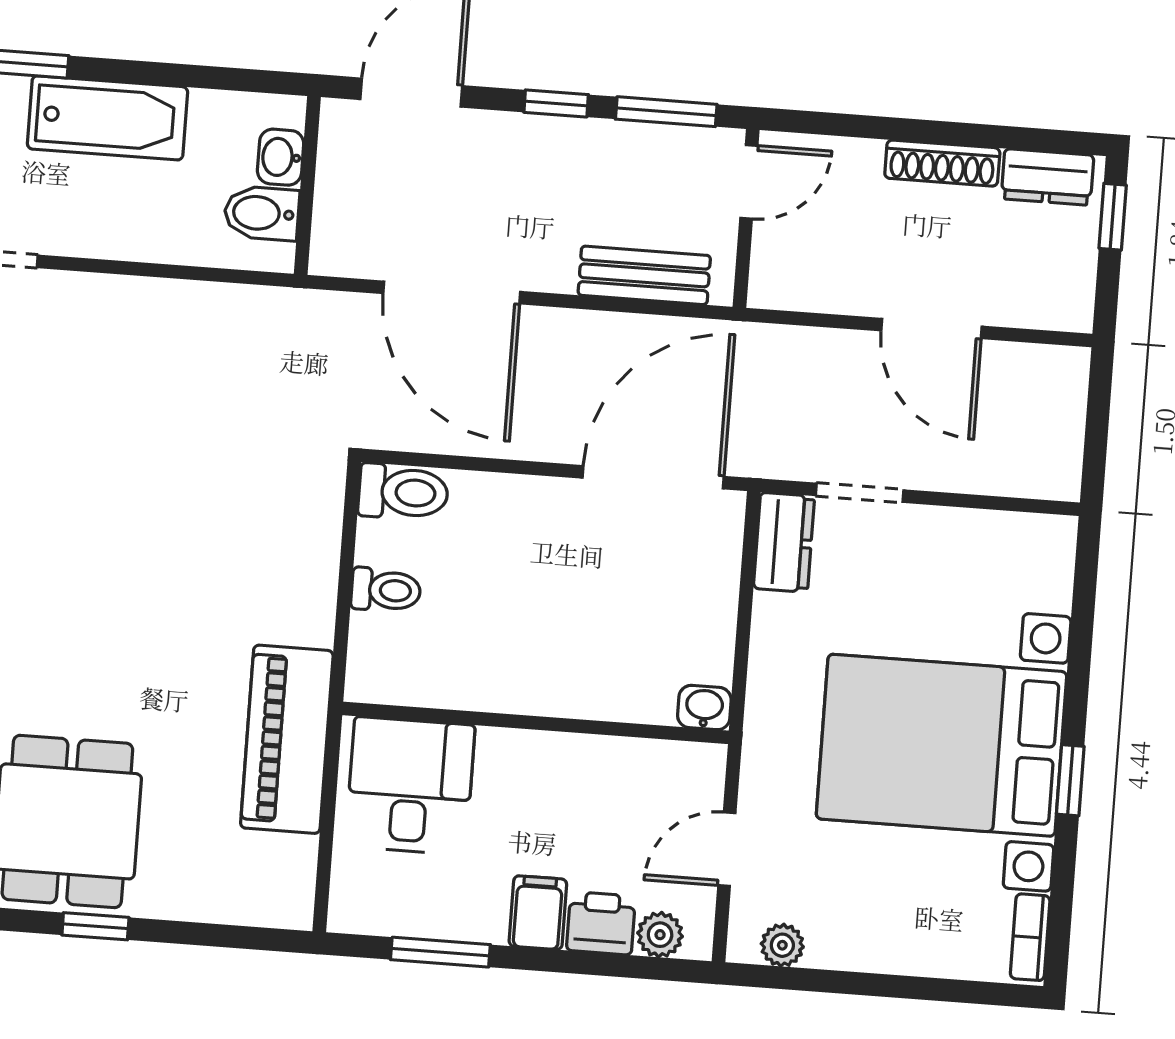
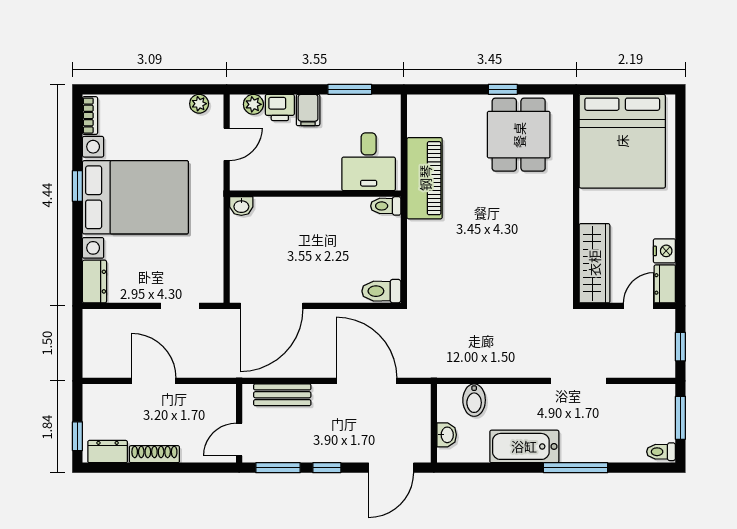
bidet: (262, 213) -> (474, 400), moved, turned 90
dresser: (784, 542) -> (94, 282), moved, turned 180
toilet: (386, 590) -> (386, 206), moved

